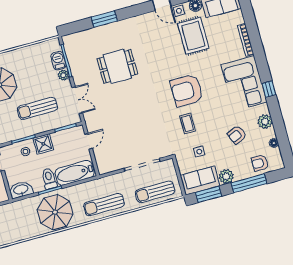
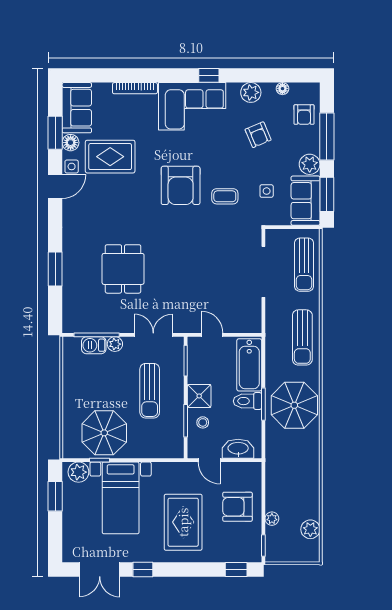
washbasin: (21, 190) -> (238, 449), moved, turned 90

